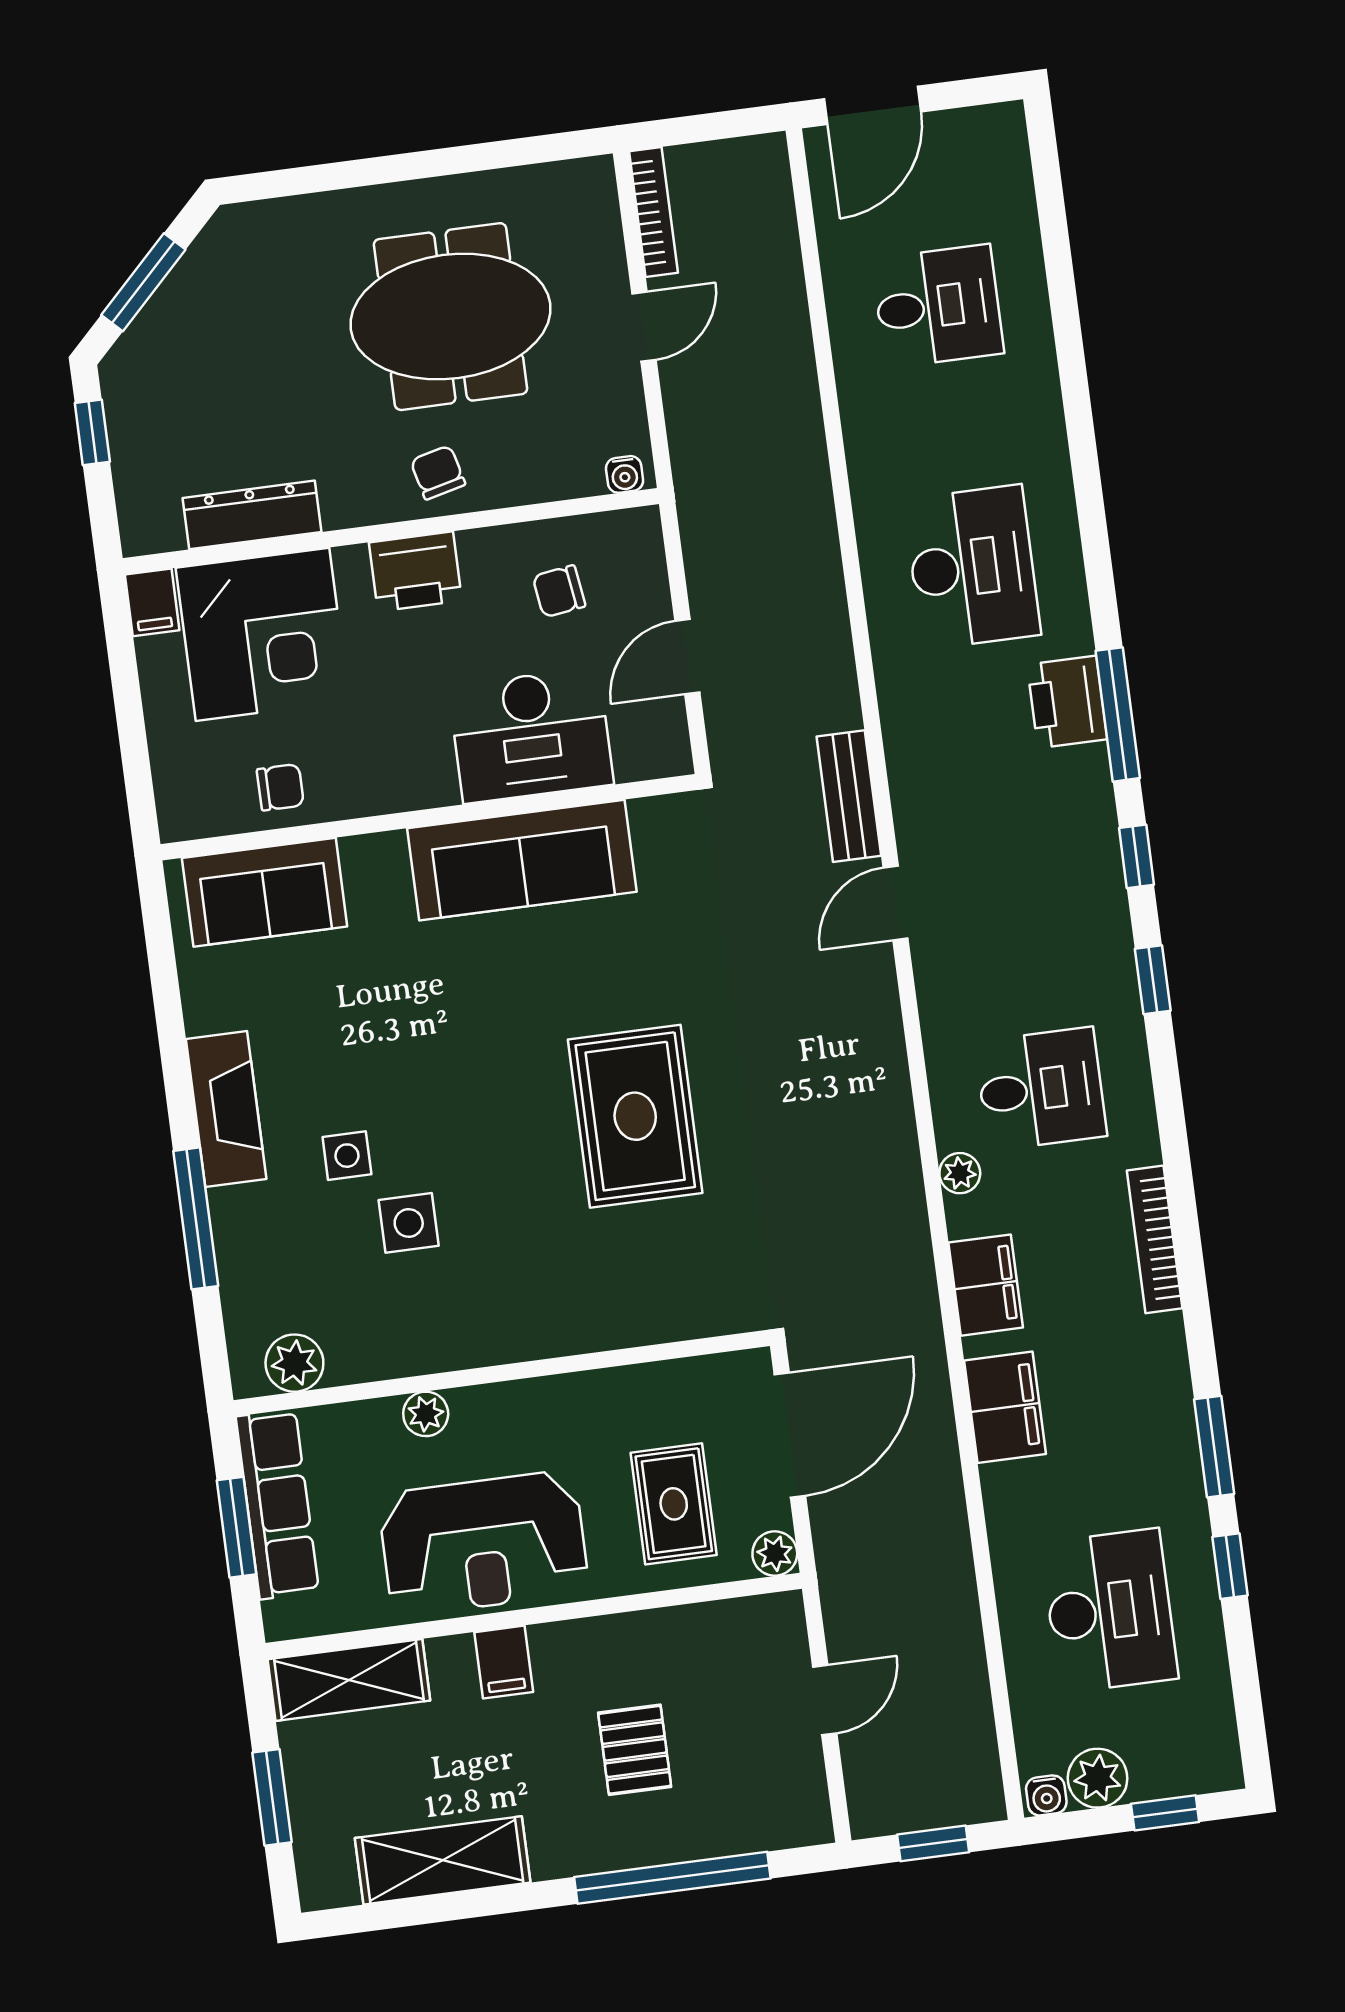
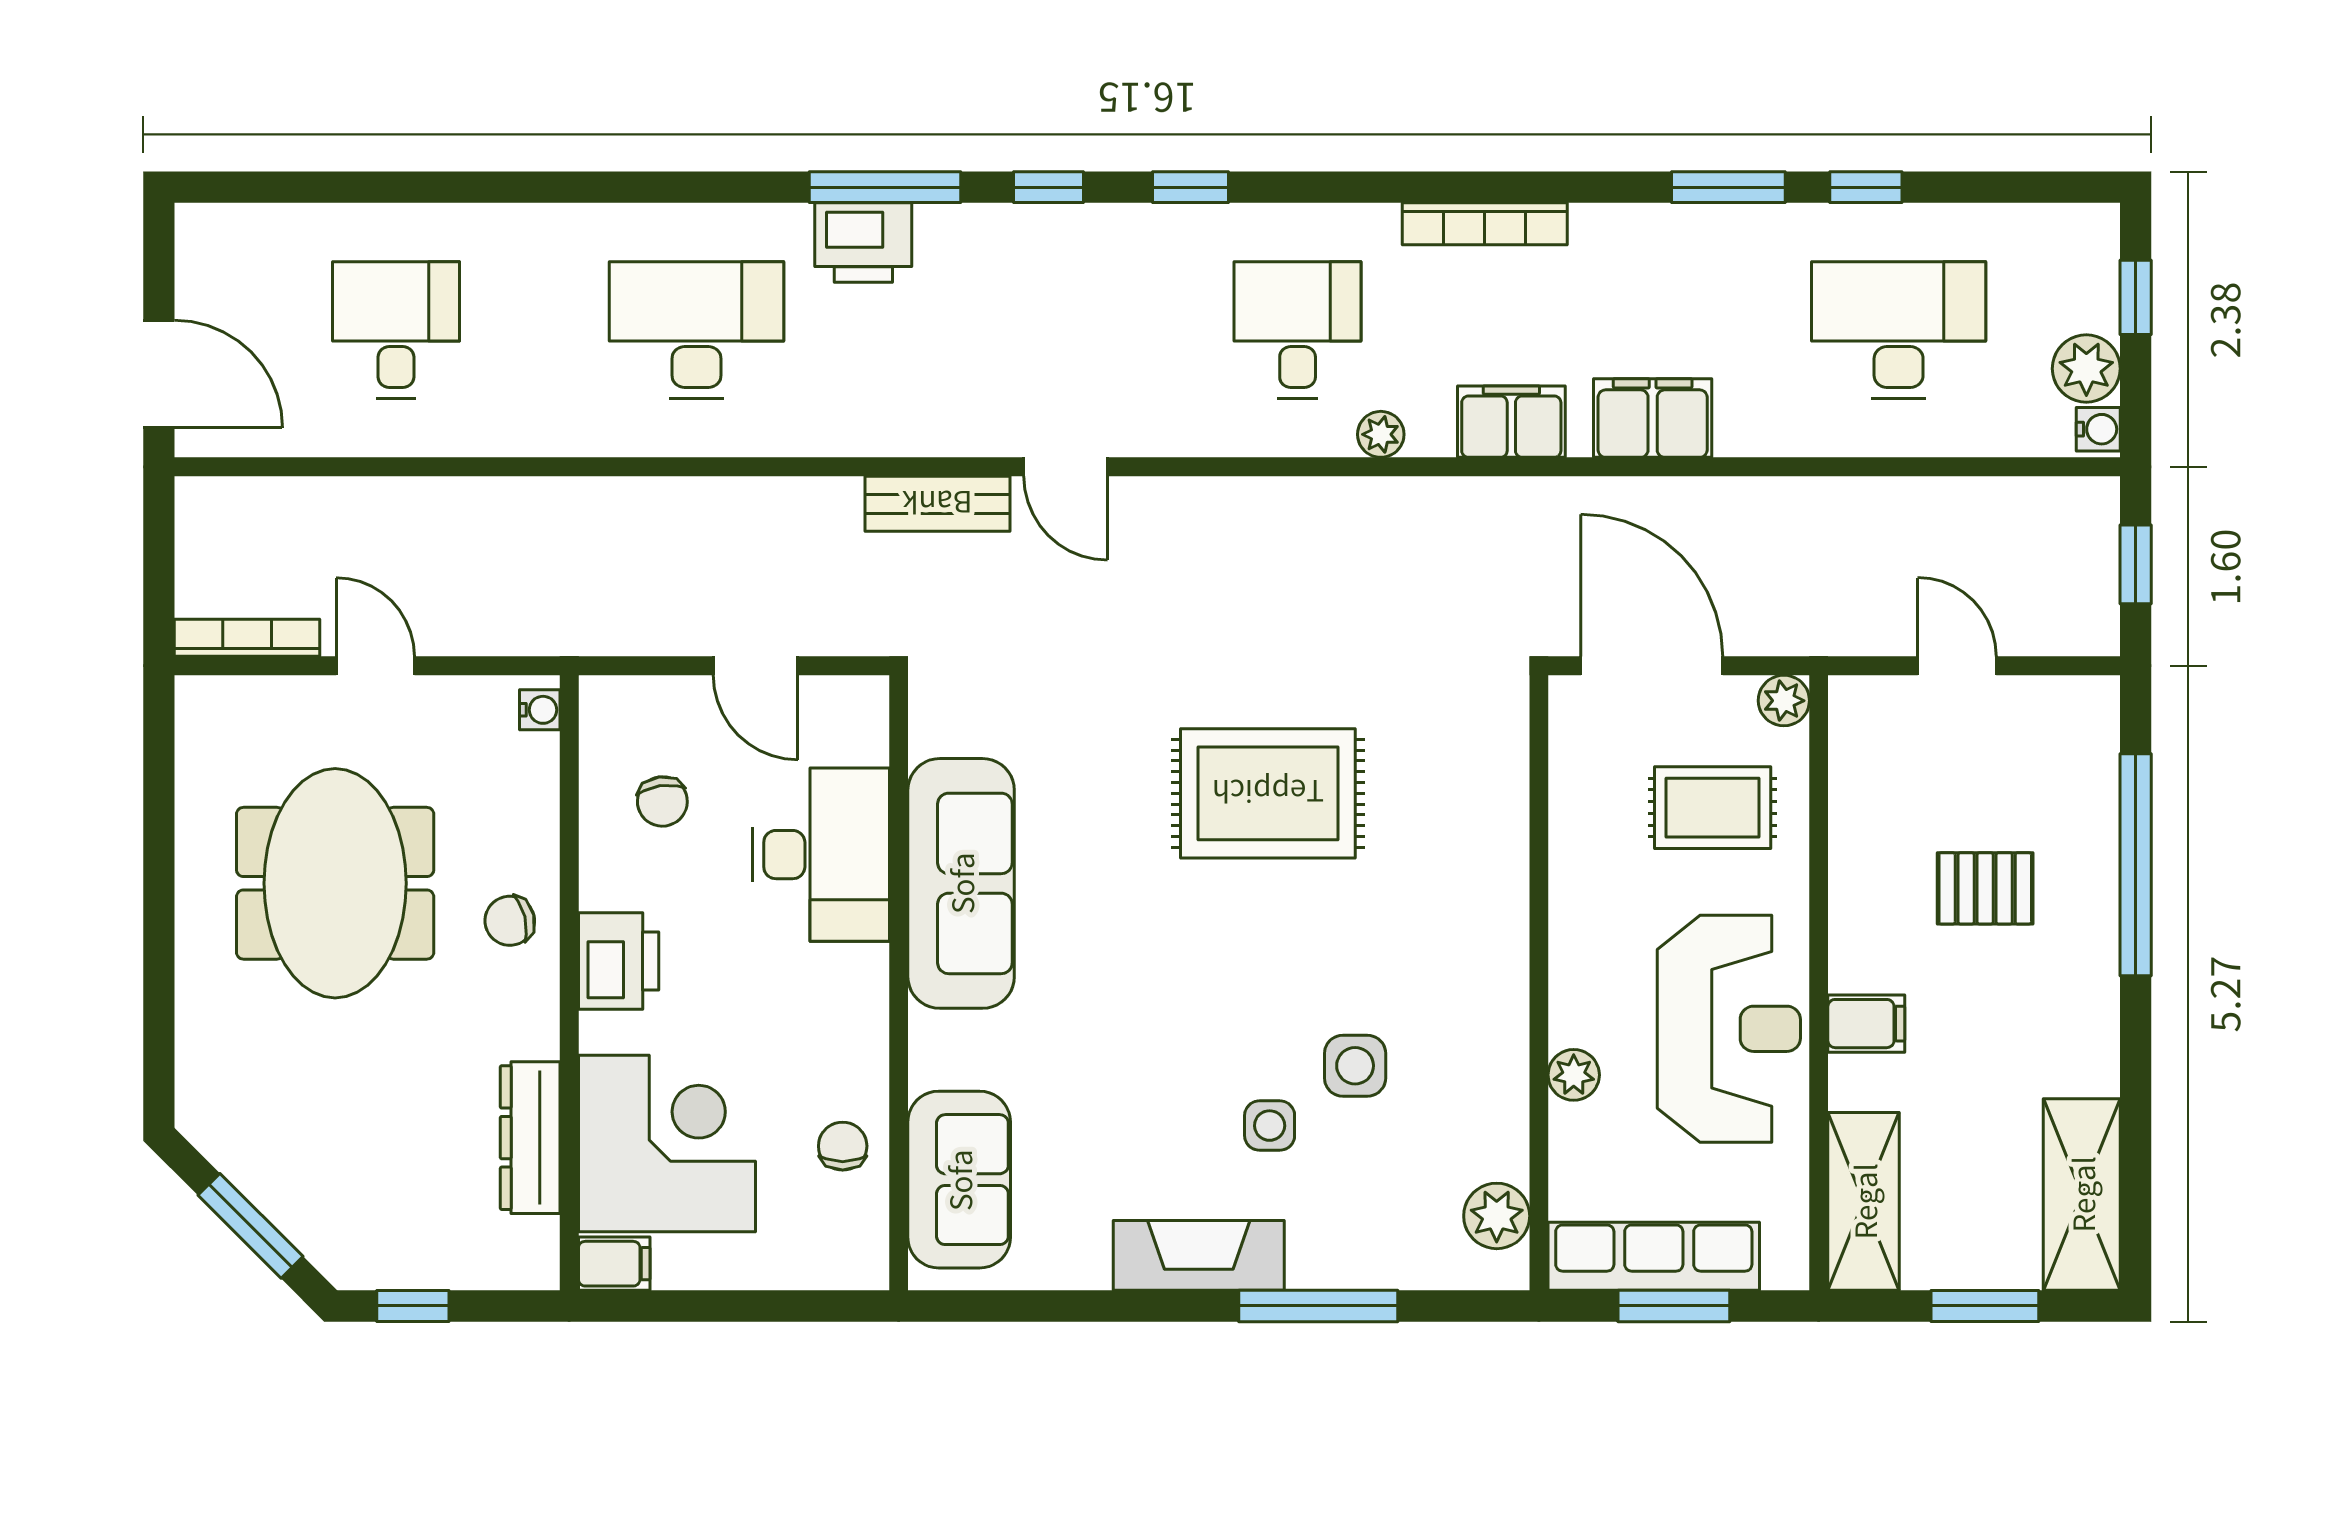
shelving: (443, 1860) -> (2082, 1194), moved

